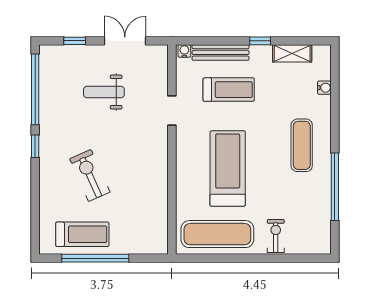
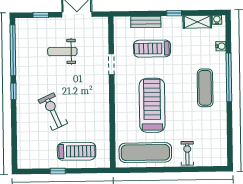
water cooler: (184, 51) -> (217, 20), moved
bench: (221, 52) -> (146, 22), width x0.73
treadmill: (229, 90) -> (152, 49), turned 180
window: (335, 187) -> (229, 77), moved
treadmill: (82, 234) -> (77, 151), moved
window: (95, 258) -> (58, 171), width x0.32

